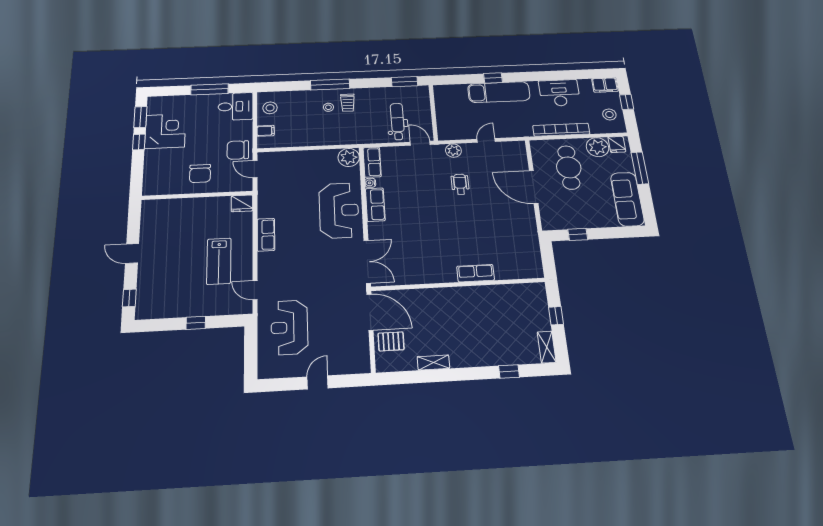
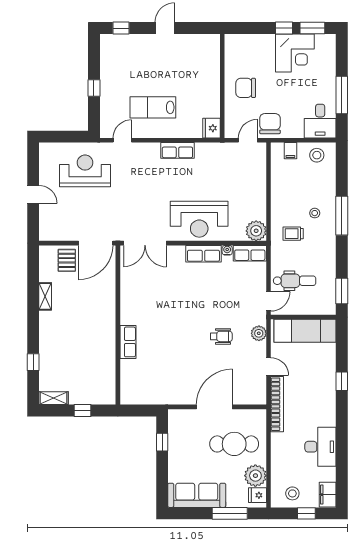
exam couch: (499, 92) -> (305, 331), moved, turned -90
trolley: (348, 103) -> (293, 234), moved
bookcase: (561, 130) -> (277, 404), moved

